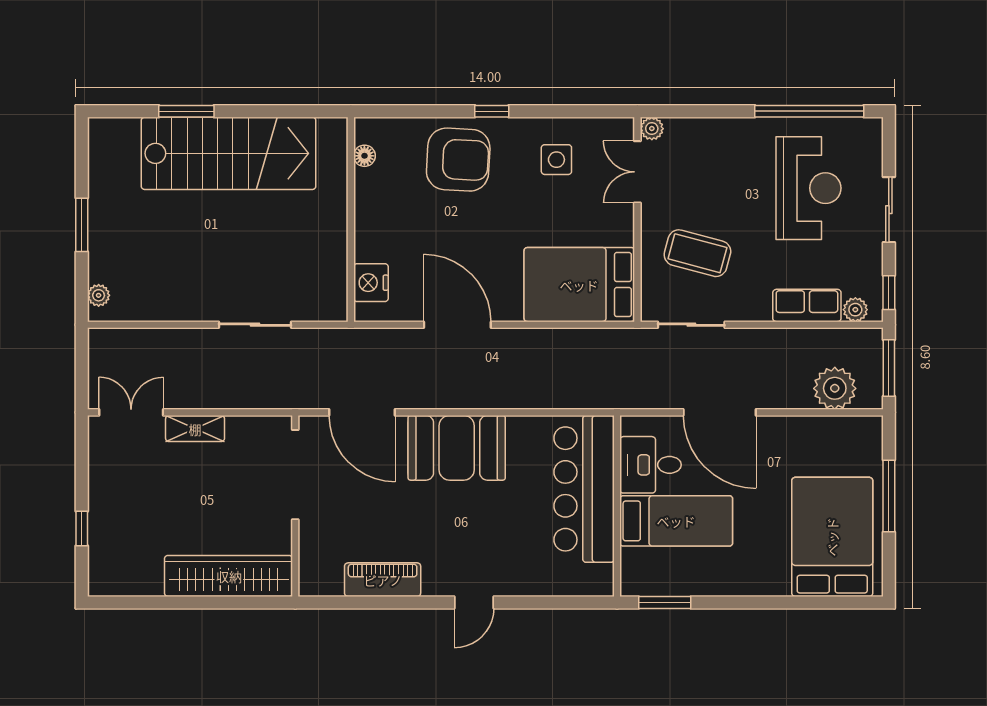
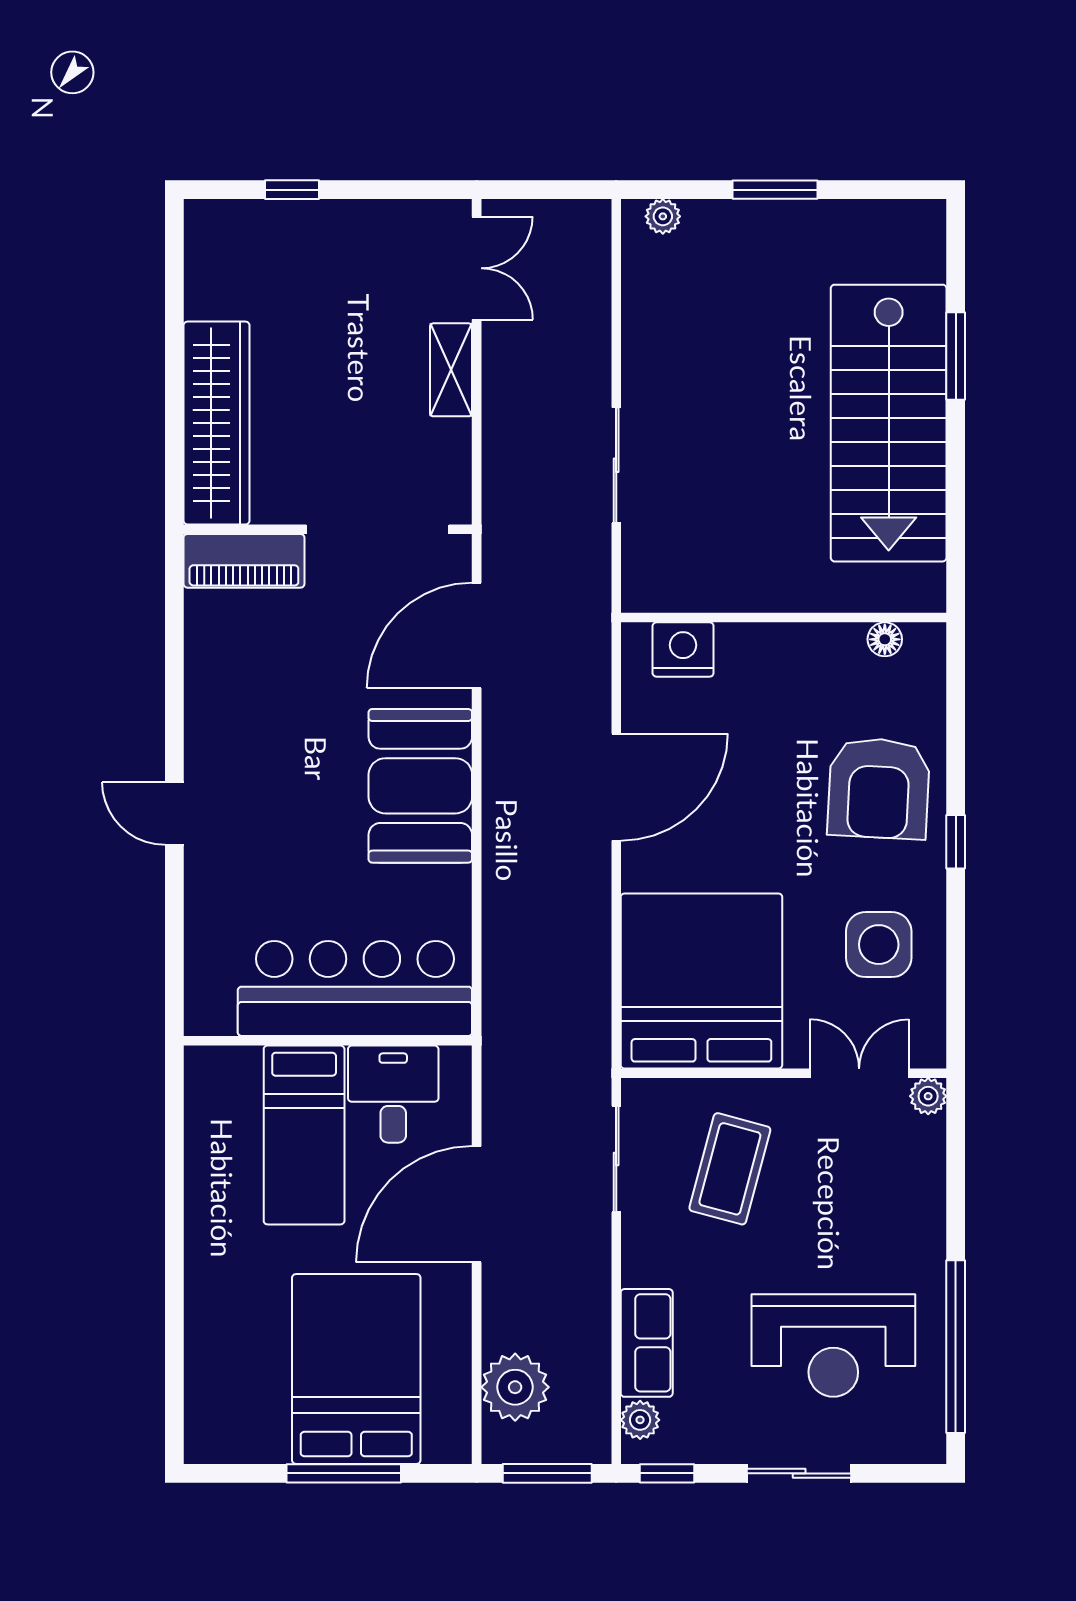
side table: (556, 160) -> (879, 945), width x1.37, depth x1.37
bed: (579, 285) -> (701, 981), width x1.36
bed: (832, 537) -> (356, 1369), moved, turned -90
piano: (383, 580) -> (244, 561), moved, turned 90
window: (665, 602) -> (174, 1117), removed

